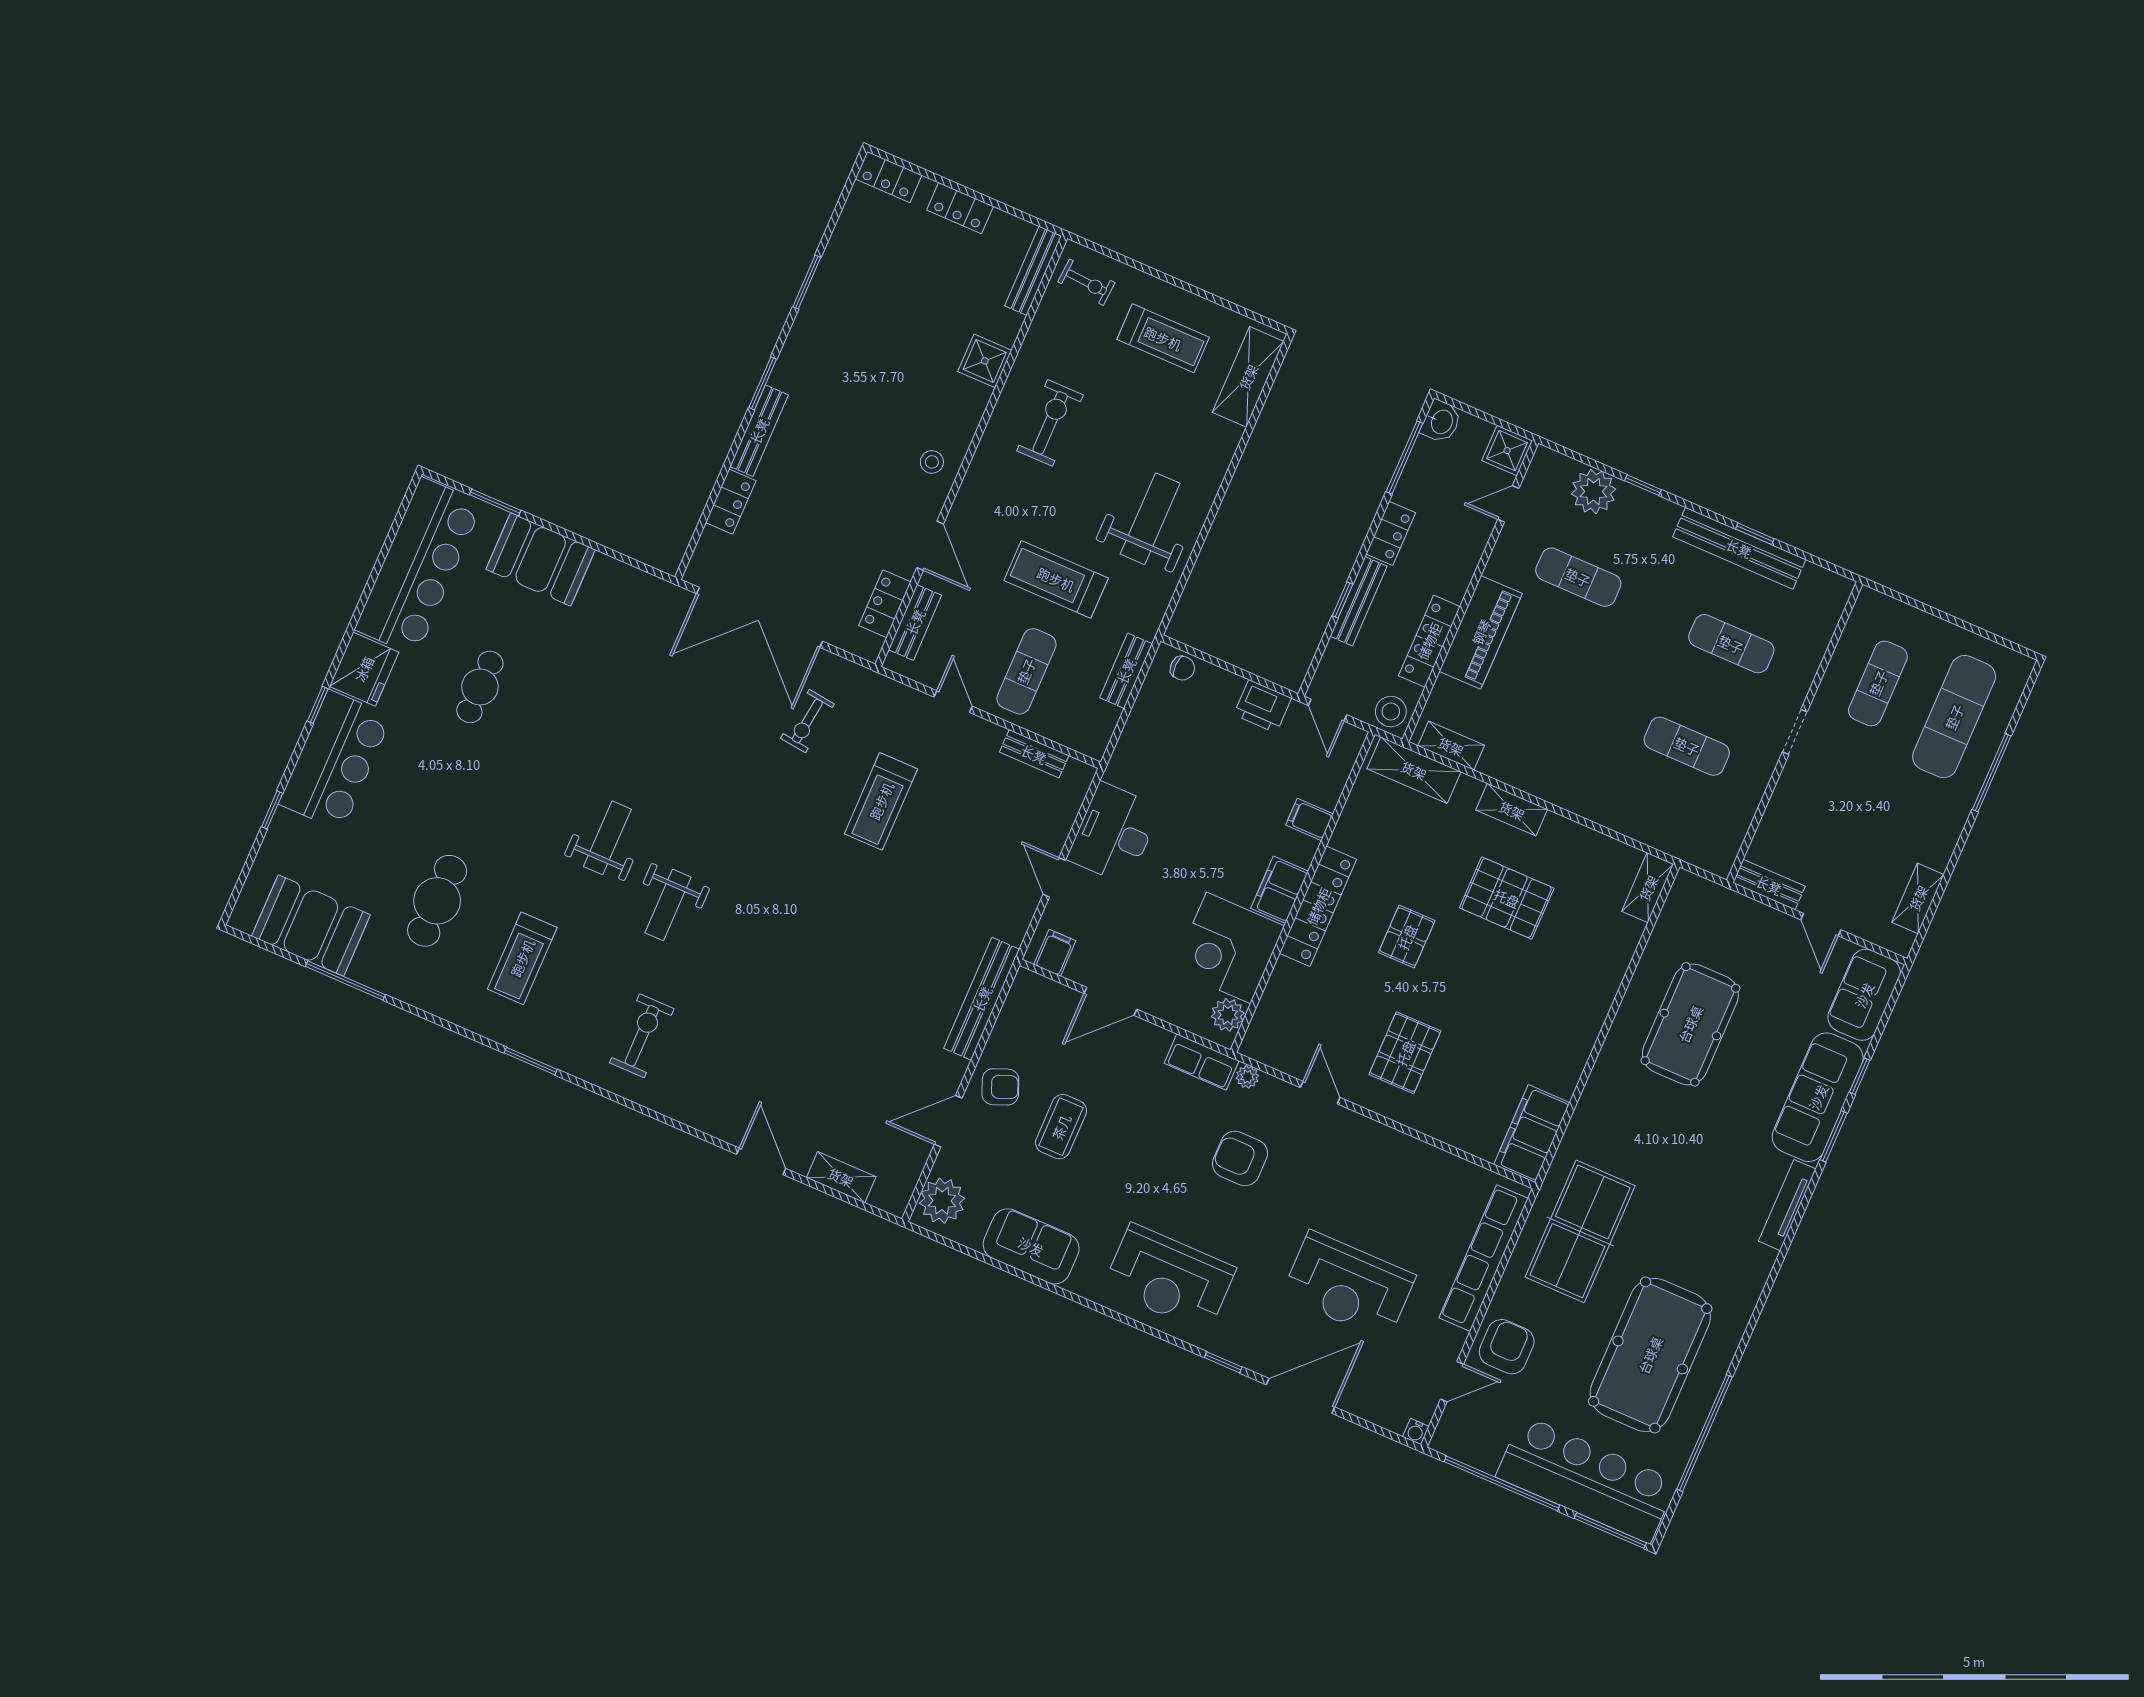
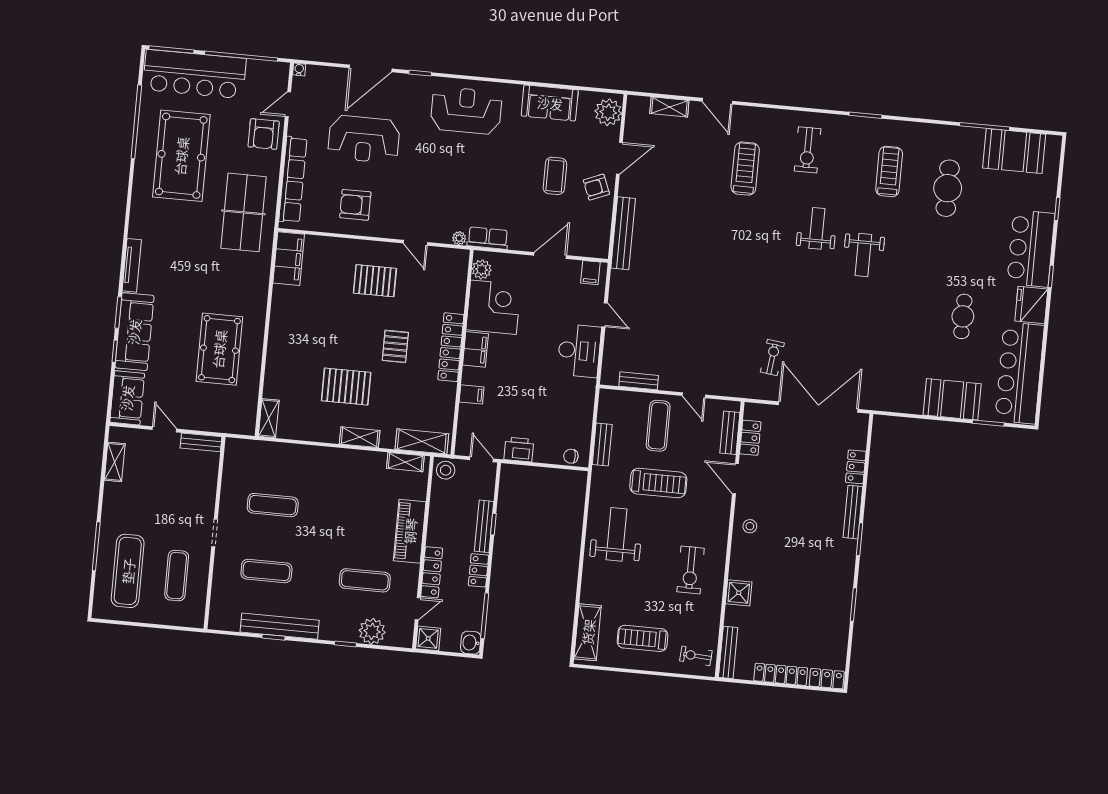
locker: (960, 208) -> (781, 674), width x1.53
weight bench: (1150, 519) -> (617, 534), turned 180
locker: (1429, 641) -> (432, 572), moved
treadmill: (881, 801) -> (745, 169), moved
pallet: (1405, 1053) -> (375, 281), turned 90
armchair: (1240, 1158) -> (355, 205), moved, turned 180
reception desk: (1348, 1286) -> (364, 139), turned 180

